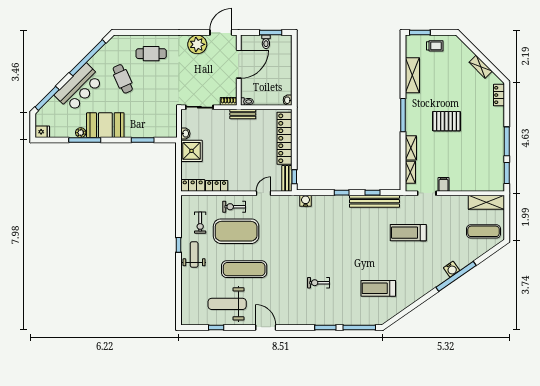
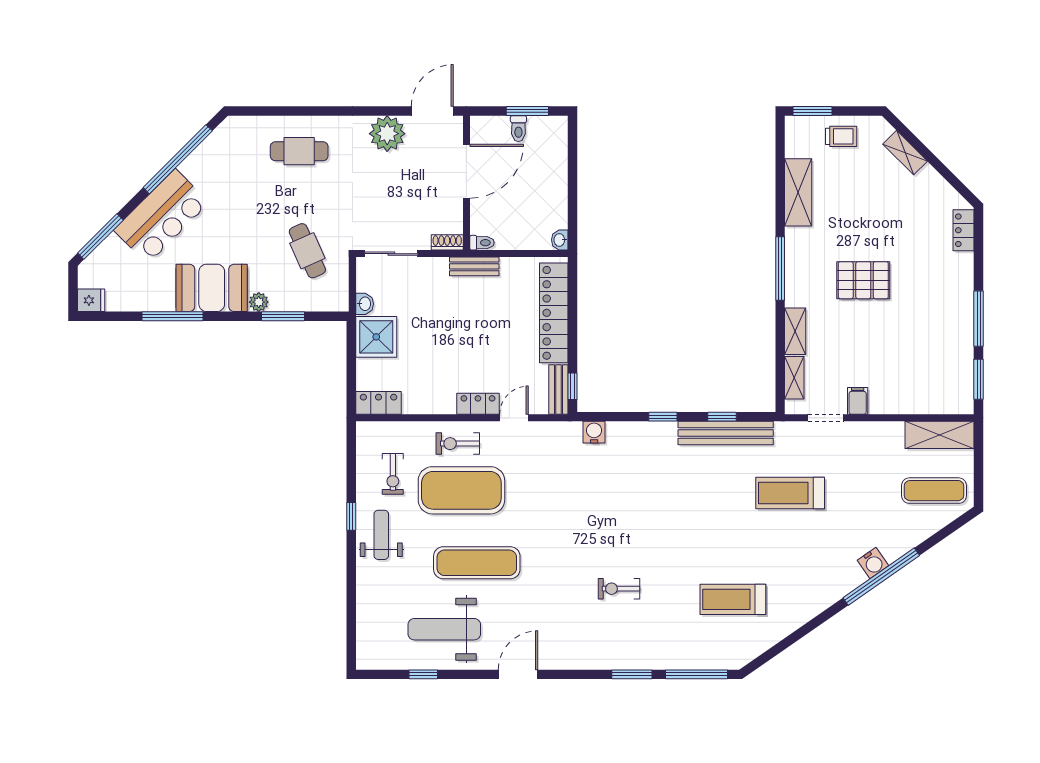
shelving: (481, 67) -> (905, 153), moved
cafe table: (123, 79) -> (307, 251), moved
plant: (81, 133) -> (259, 302), moved
locker: (217, 186) -> (478, 404), moved
door: (266, 328) -> (518, 674), hinge flipped

